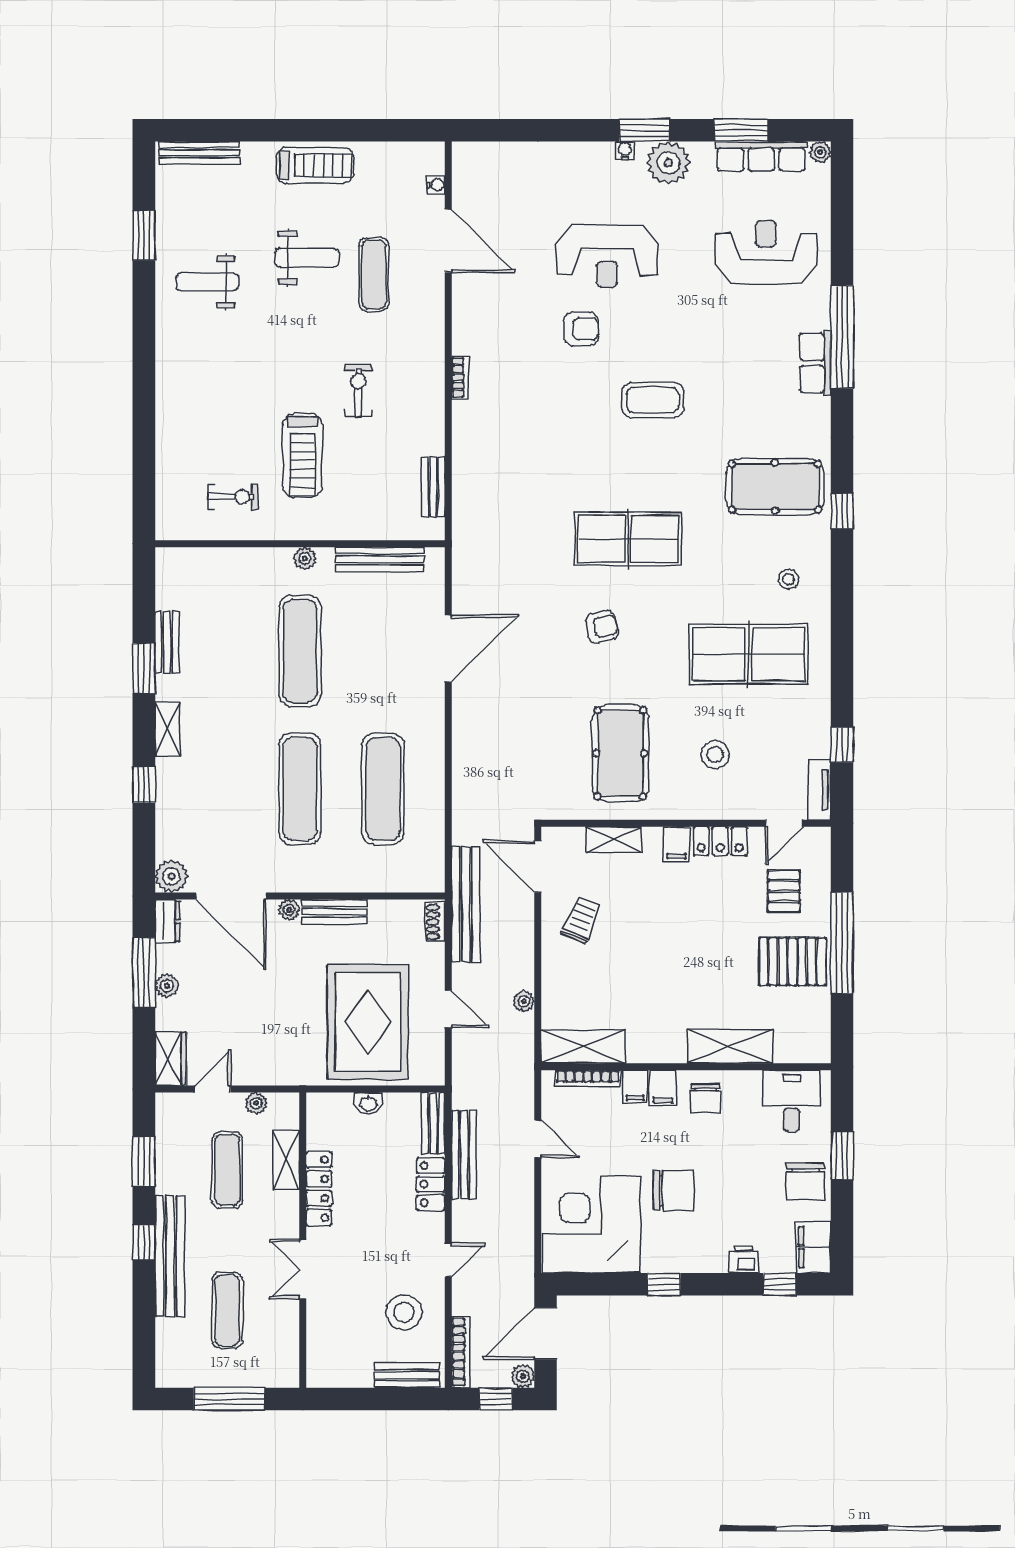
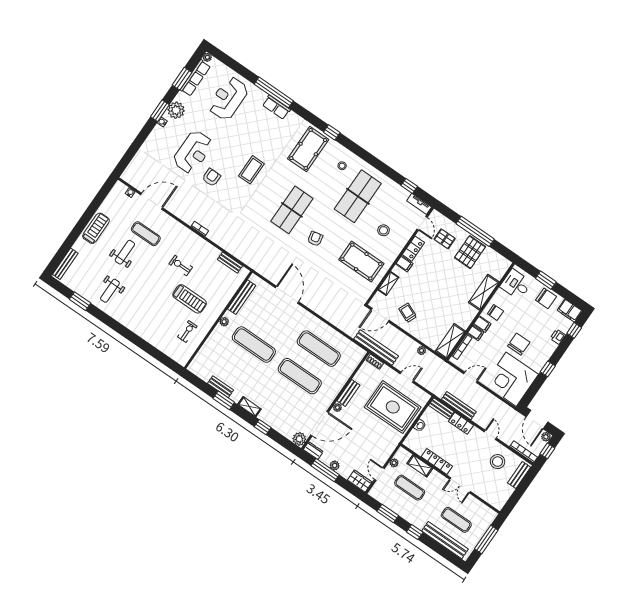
bench: (170, 1256) -> (445, 540), moved

